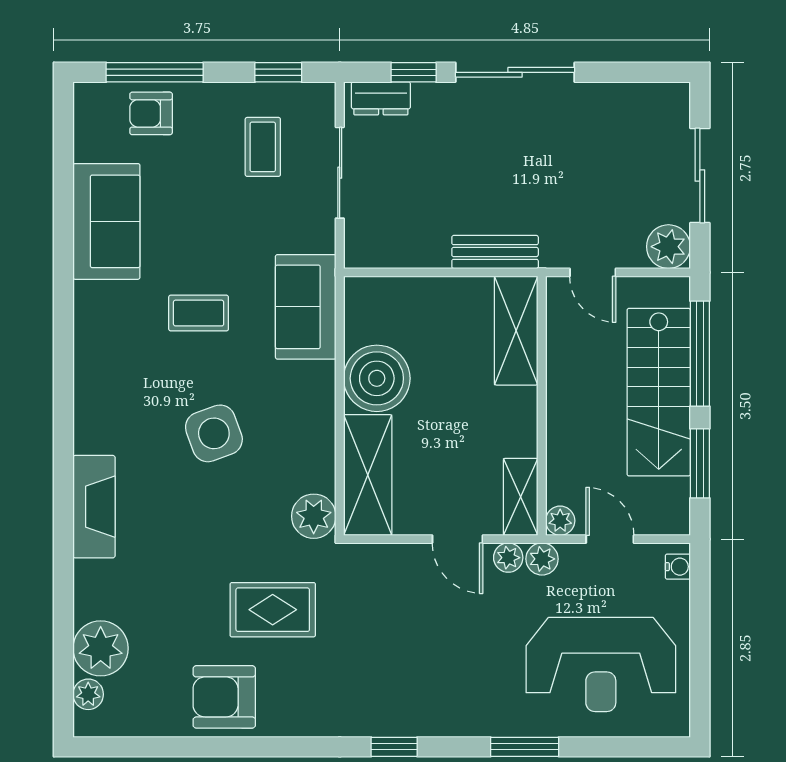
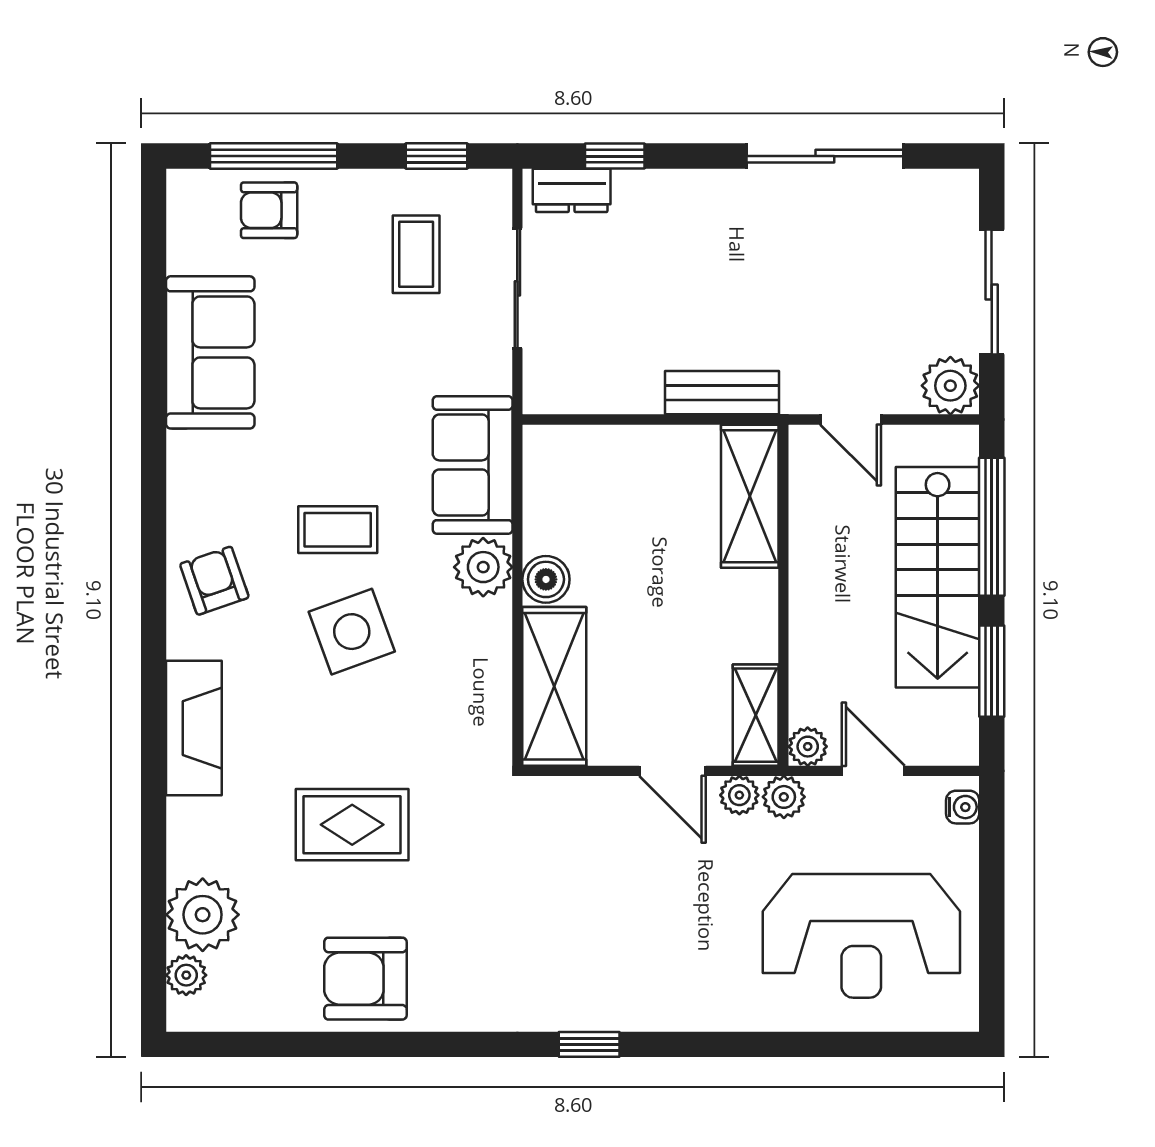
sliding door: (515, 72) -> (825, 156), moved
coffee table: (199, 313) -> (338, 530), moved
boiler: (377, 378) -> (546, 579), width x0.54, depth x0.54
armchair: (110, 395) -> (214, 581), added
plant: (314, 516) -> (483, 567), moved
rug: (273, 610) -> (352, 825), moved
window: (525, 747) -> (761, 1044), removed

